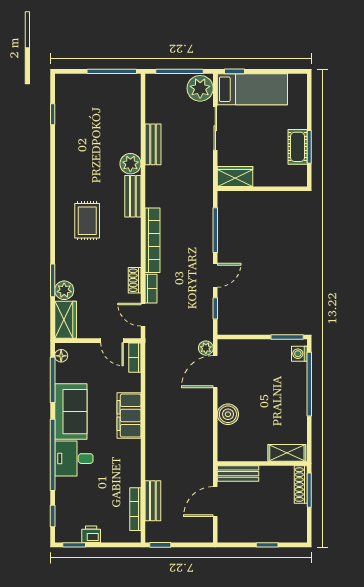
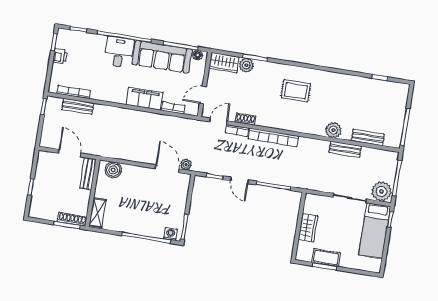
wardrobe: (235, 176) -> (308, 228), moved
bench: (133, 196) -> (368, 137), moved
bookcase: (135, 358) -> (173, 108), moved
sofa: (71, 412) -> (162, 57), width x1.36
boiler: (228, 414) -> (113, 170), moved

